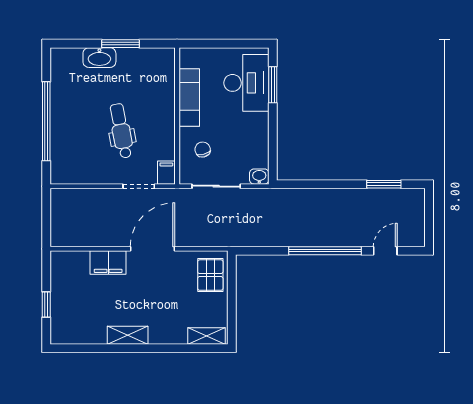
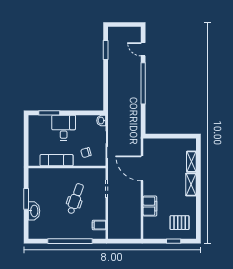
desk: (246, 83) -> (64, 128), moved, width x0.73
dental chair: (121, 131) -> (75, 199), turned 120
filing cabinet: (166, 173) -> (99, 225), moved
door: (152, 249) -> (142, 168), moved
pallet: (210, 275) -> (180, 223), moved
shelving: (128, 335) -> (191, 185), moved
shelving: (206, 336) -> (191, 162), moved

